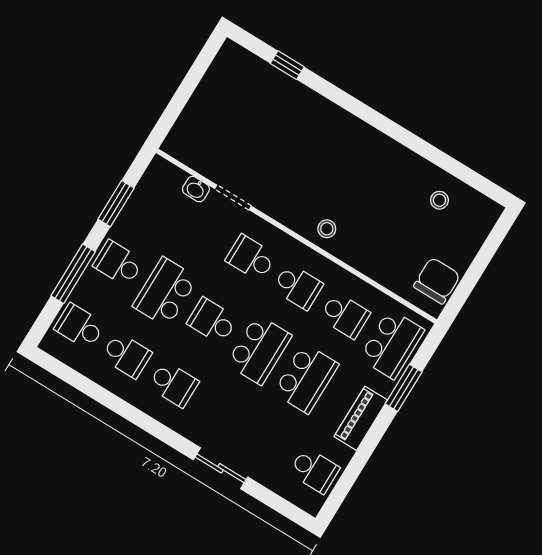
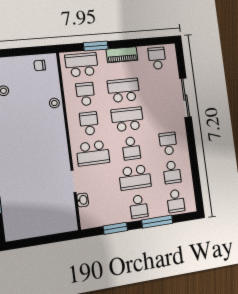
stool: (327, 229) -> (54, 103), moved
school desk: (251, 258) -> (93, 153), width x1.85
chair: (437, 281) -> (40, 65), width x0.54, depth x0.54
school desk: (126, 355) -> (172, 172), turned 180
sliding door: (221, 468) -> (185, 98), width x1.37

